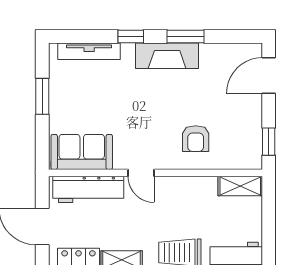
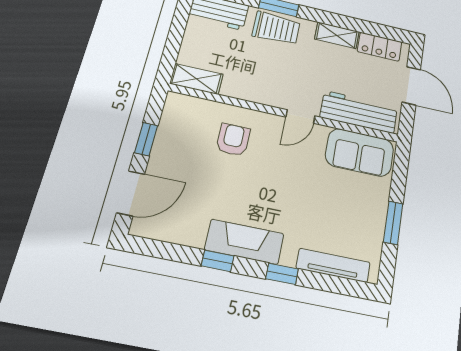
window: (185, 36) -> (218, 261), width x0.67
window: (269, 142) -> (146, 139), moved
door: (141, 173) -> (300, 116), swing flipped

